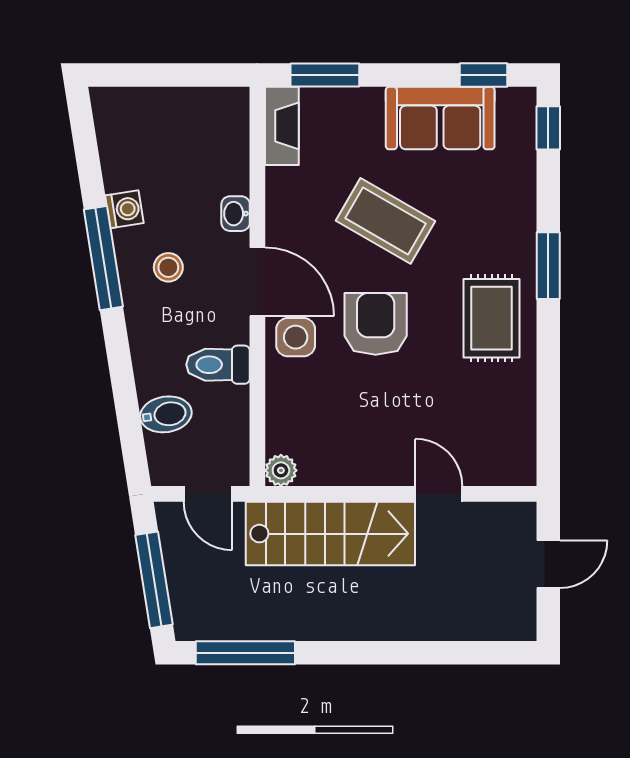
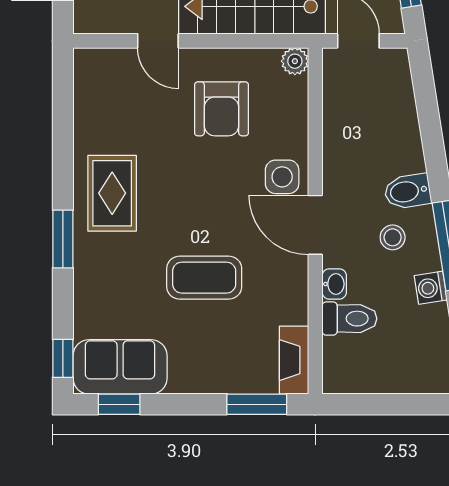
sofa: (440, 118) -> (120, 367), moved
coffee table: (385, 221) -> (204, 278), turned -30
armchair: (376, 324) -> (222, 109), moved
toilet: (218, 365) -> (349, 319), moved
bidet: (166, 414) -> (408, 191), moved

